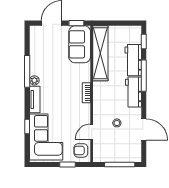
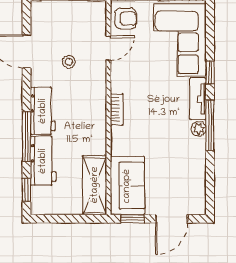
shelving: (100, 53) -> (95, 185), width x0.68
window: (27, 71) -> (210, 125), moved
window: (27, 126) -> (210, 73), moved

